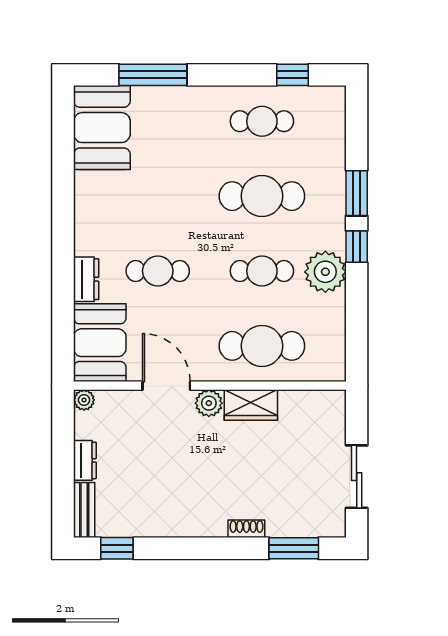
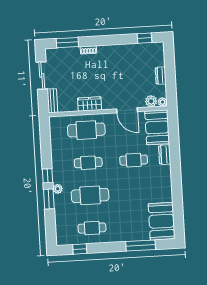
plant: (325, 272) -> (58, 189), moved, width x0.53, depth x0.53
plant: (209, 403) -> (151, 101), moved
bench: (84, 510) -> (52, 101), moved

